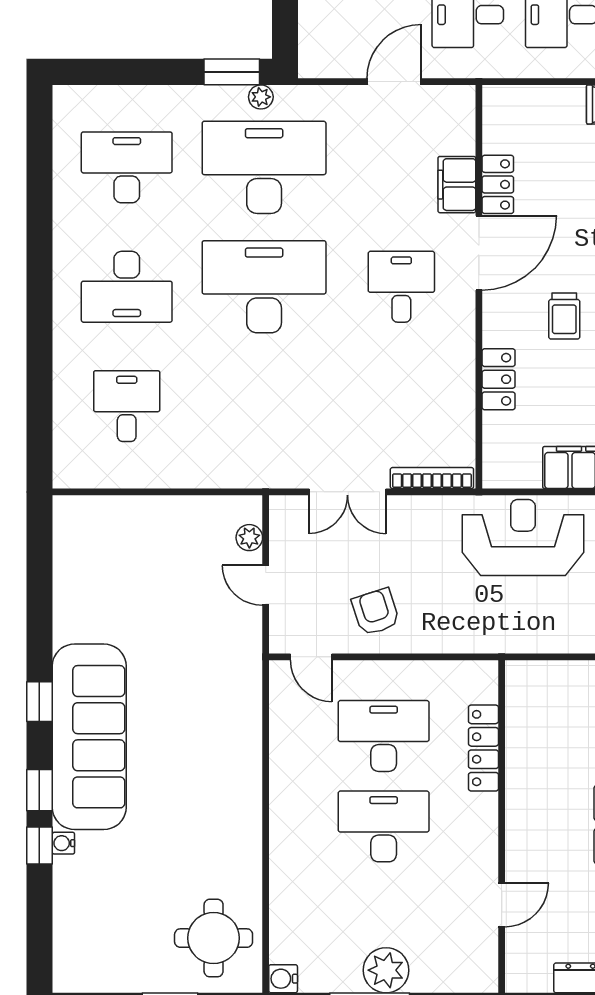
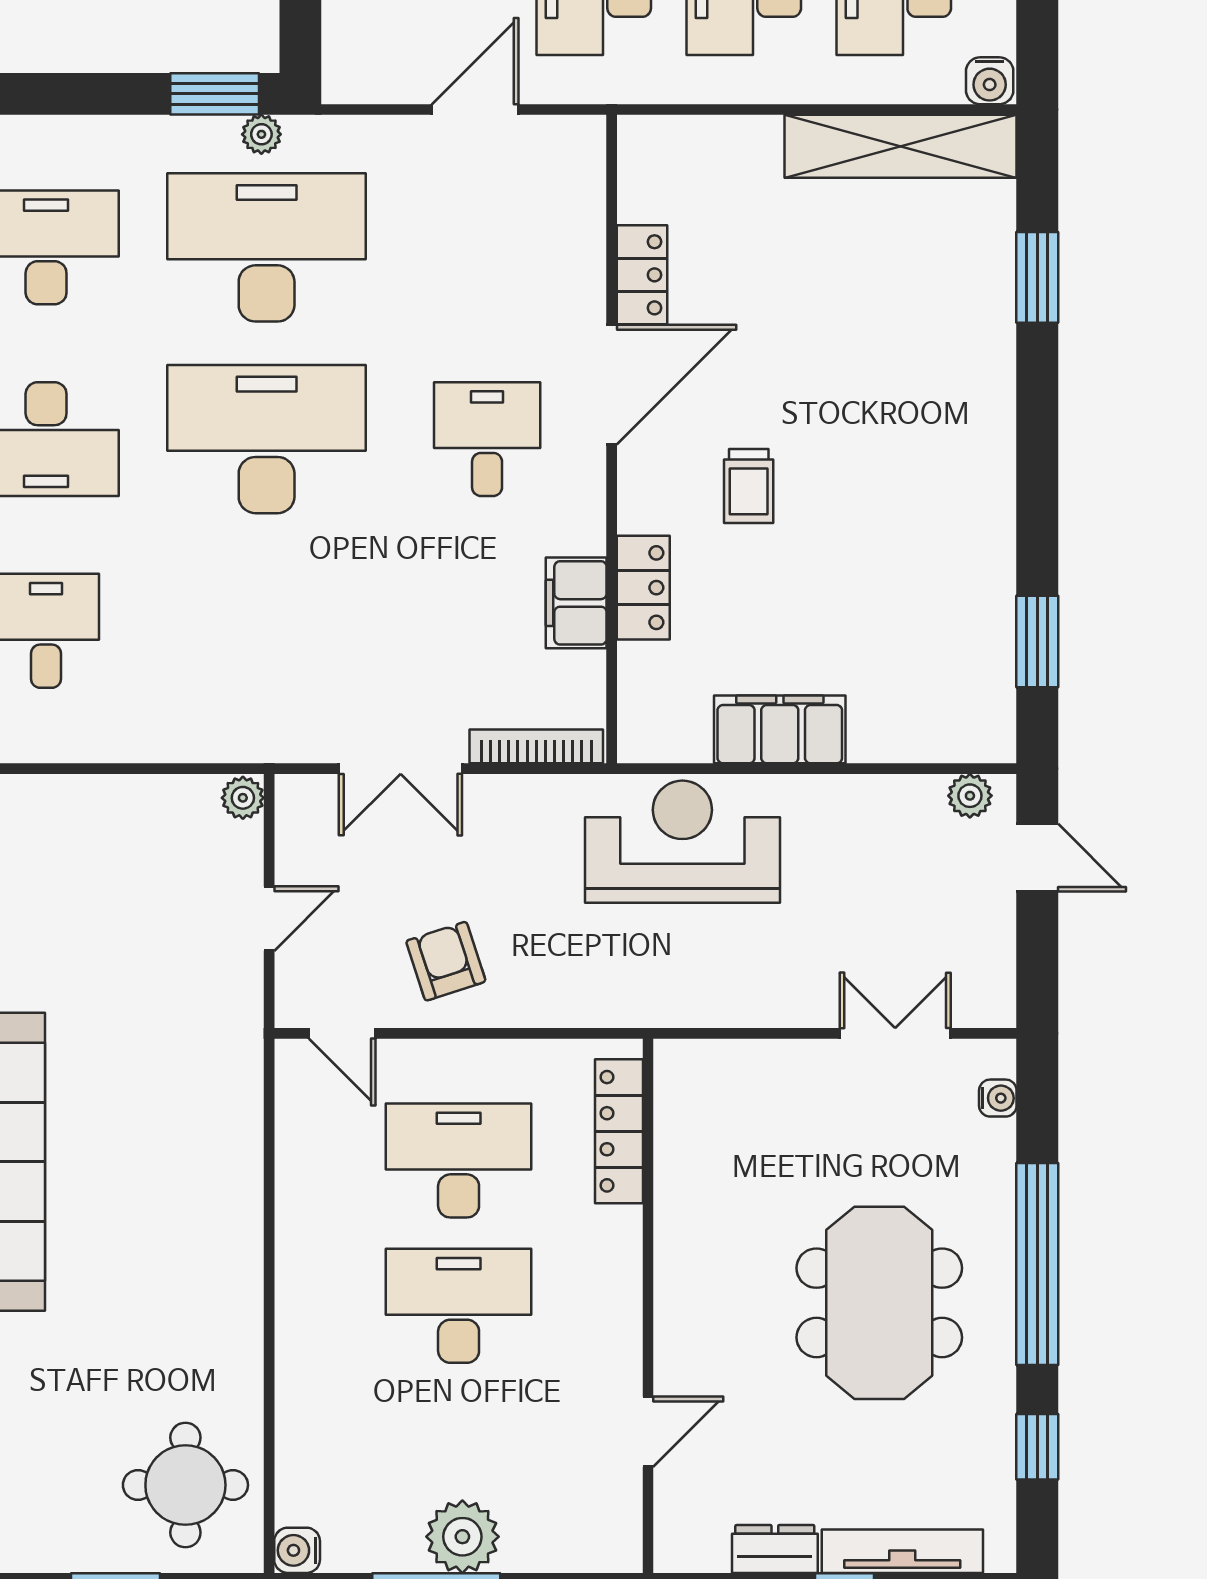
filing cabinet: (457, 185) -> (576, 603), moved
plant: (249, 538) -> (243, 798), moved
door: (266, 585) -> (269, 919), swing flipped
locker: (483, 748) -> (619, 1131), moved

